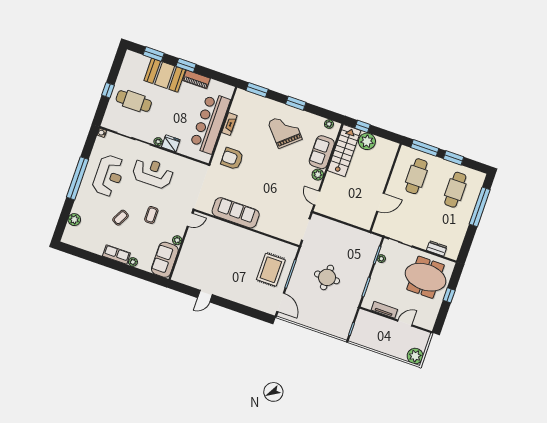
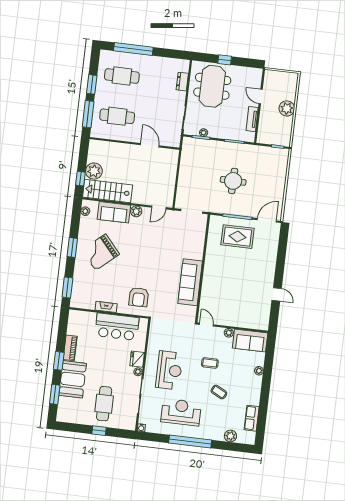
bar counter: (210, 123) -> (117, 327), width x0.73
reception desk: (153, 173) -> (169, 370), turned 180
row of seats: (116, 254) -> (252, 418), moved
plant: (415, 356) -> (287, 108), moved

